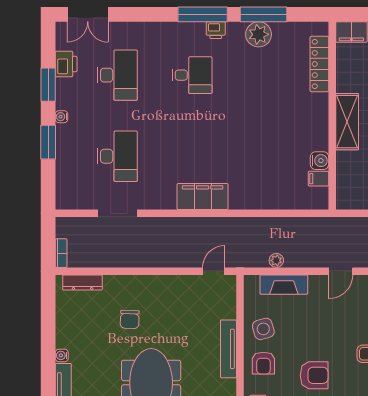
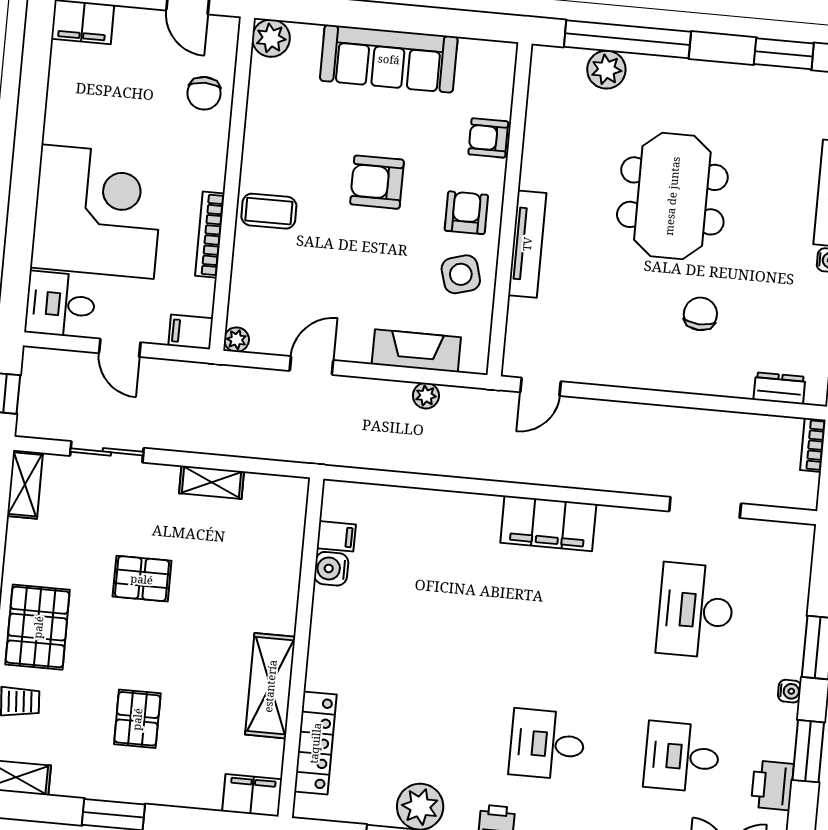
desk: (117, 75) -> (682, 757), width x0.73
shelving: (347, 122) -> (270, 686), moved
dresser: (82, 283) -> (779, 388), width x0.70

